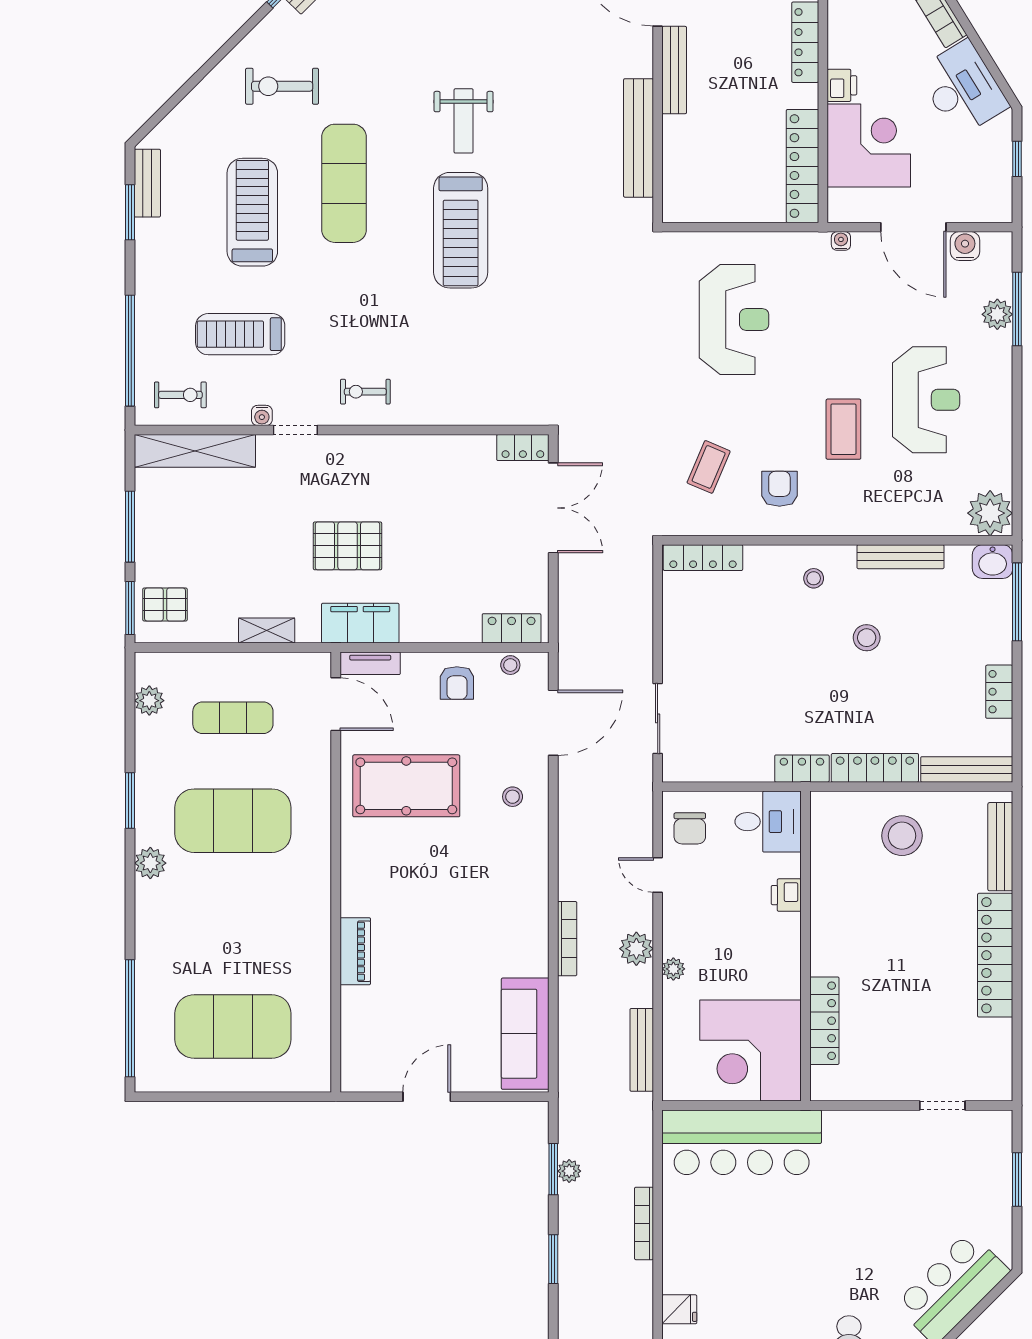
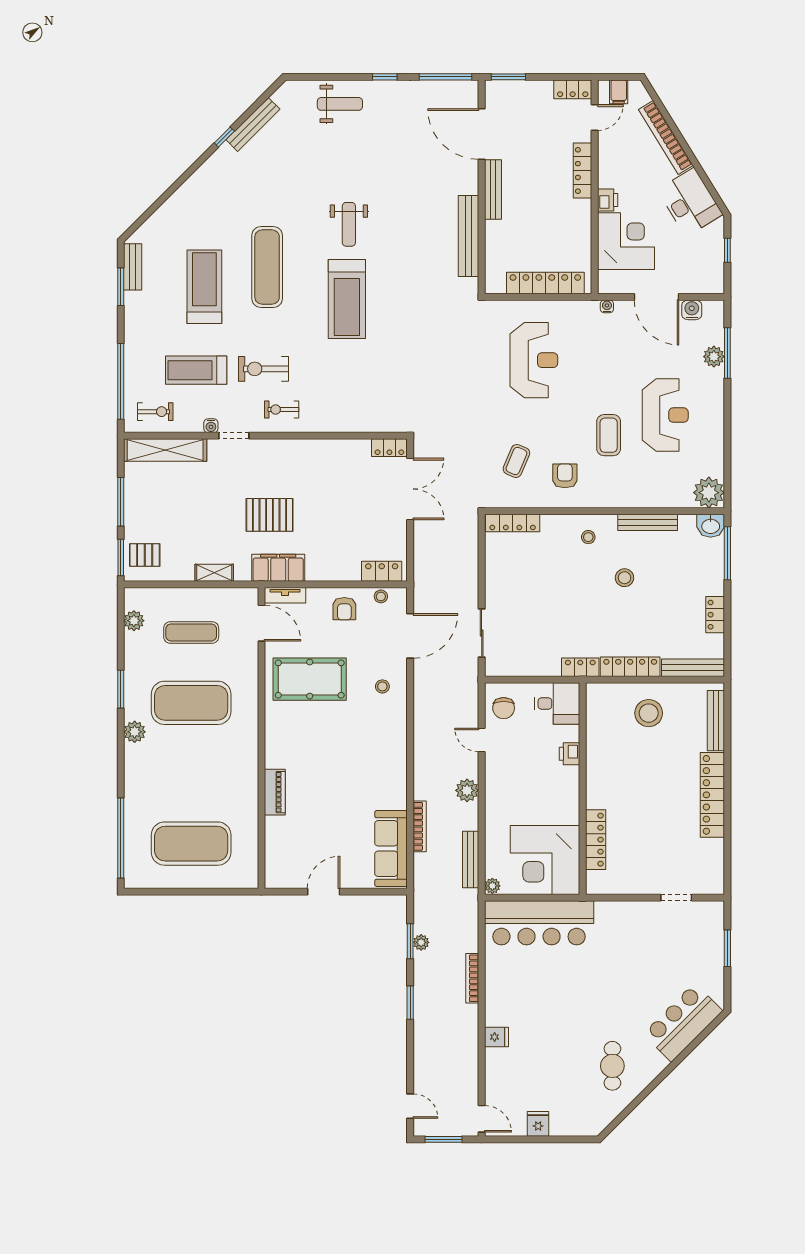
exercise bike: (282, 86) -> (264, 369), moved
locker: (802, 166) -> (545, 283), moved, turned 90
bookcase: (567, 939) -> (420, 826), moved
plant: (673, 969) -> (492, 886), moved

